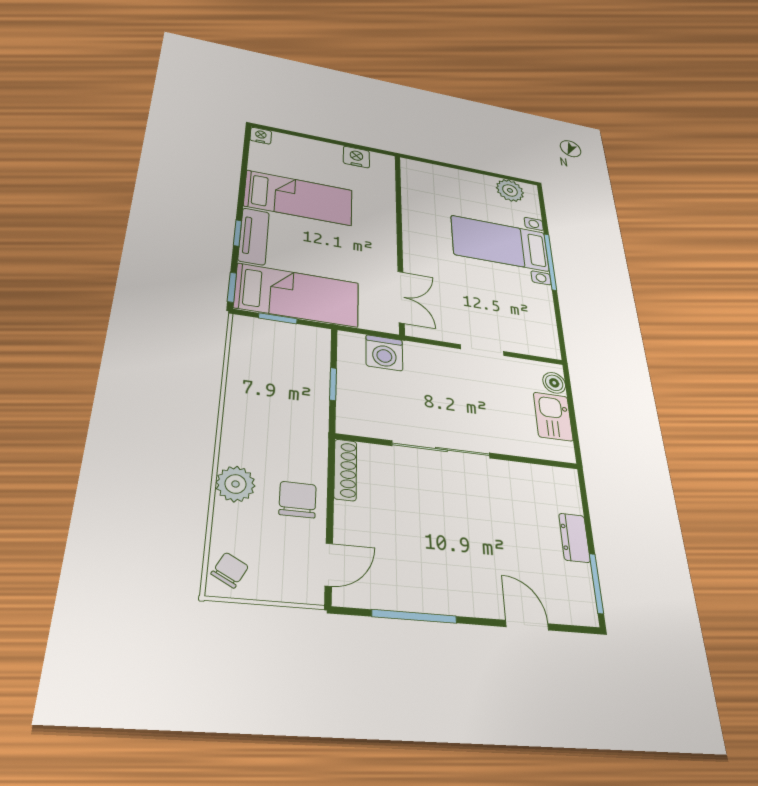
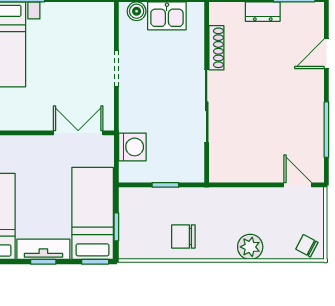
shoe rack: (345, 470) -> (216, 48), moved, turned 90
chair: (298, 500) -> (183, 237), moved

